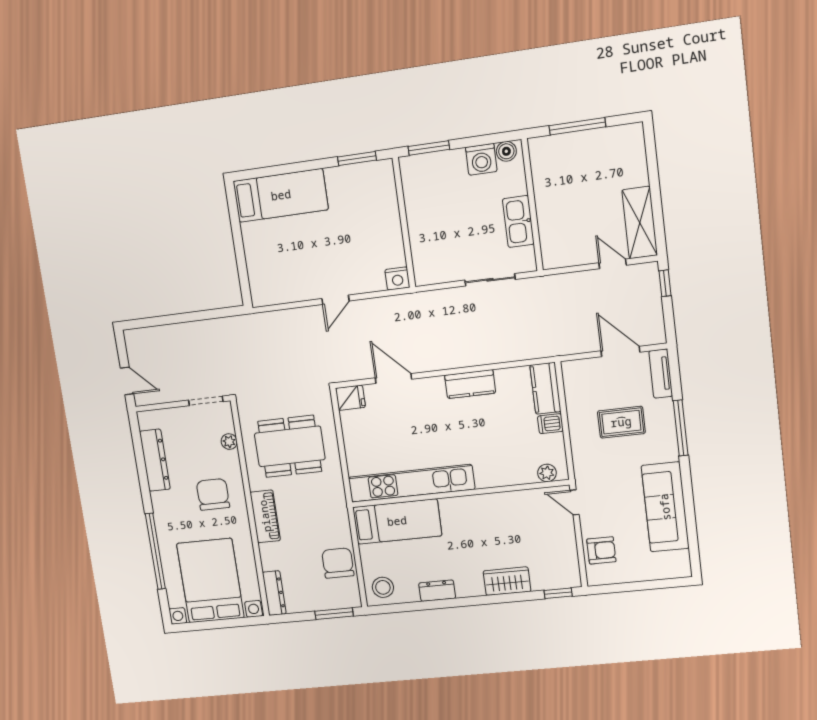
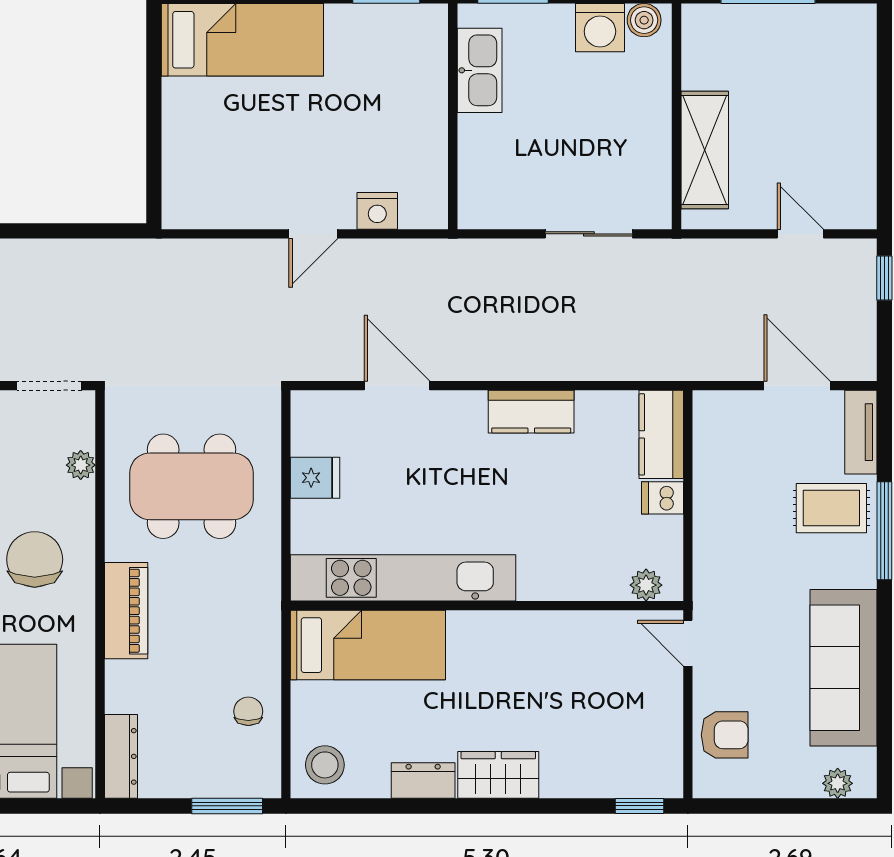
kitchen sink: (518, 222) -> (480, 70), moved, turned 180
shelving: (640, 223) -> (705, 150), moved
nightstand: (397, 279) -> (377, 211), moved
fridge: (350, 398) -> (315, 478), moved
rug: (621, 422) -> (831, 508), moved
chair: (338, 563) -> (248, 711), width x0.54, depth x0.54
plant: (669, 571) -> (838, 783), added
wardrobe: (507, 581) -> (498, 775), moved

